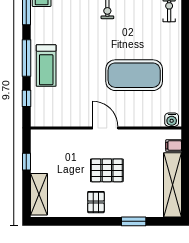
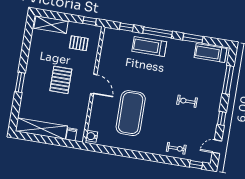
door: (105, 128) -> (94, 84), hinge flipped
window: (26, 162) -> (90, 21), moved
pallet: (96, 202) -> (79, 43), moved
window: (134, 221) -> (20, 82), moved

